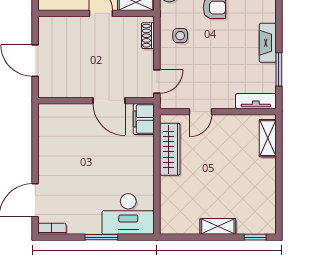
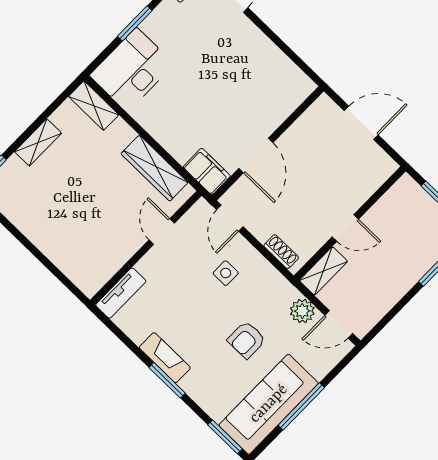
side table: (180, 36) -> (226, 273), moved
window: (279, 69) -> (167, 380), moved
door: (109, 101) -> (256, 156), swing flipped
shelving: (268, 138) -> (94, 106), moved

